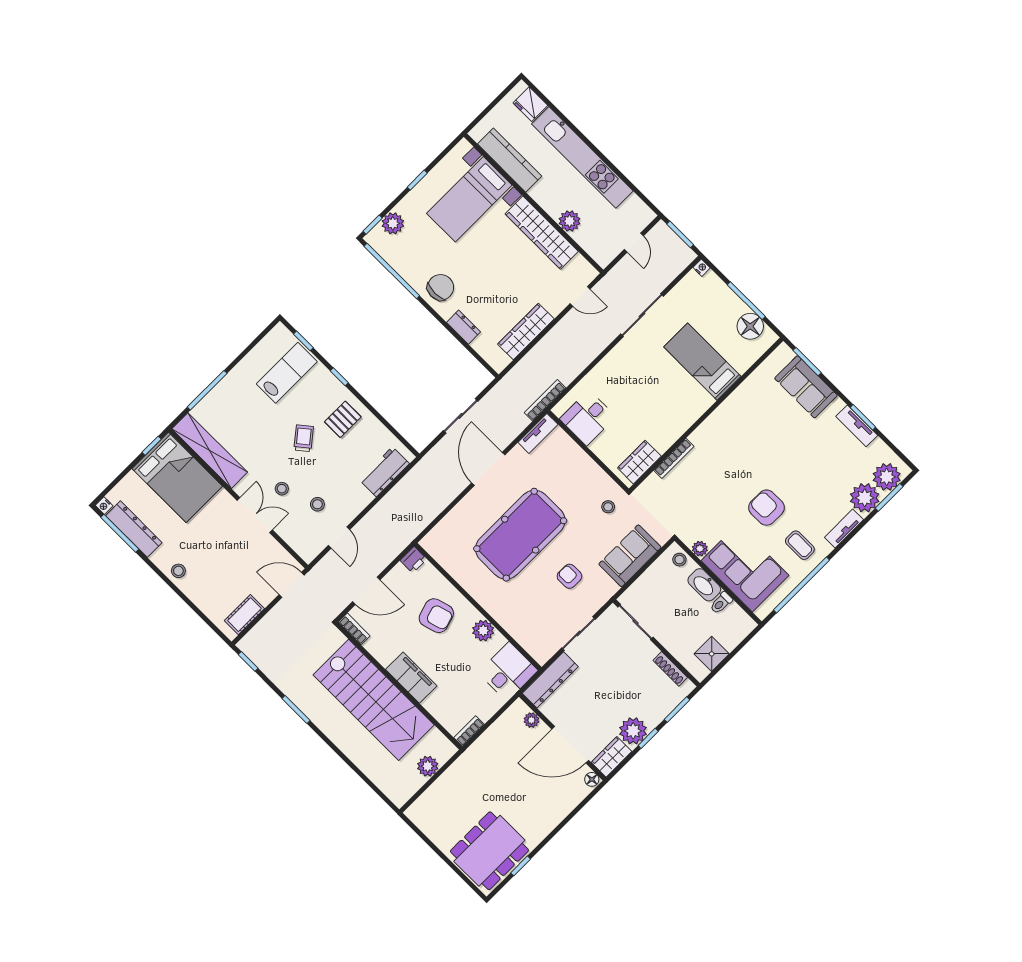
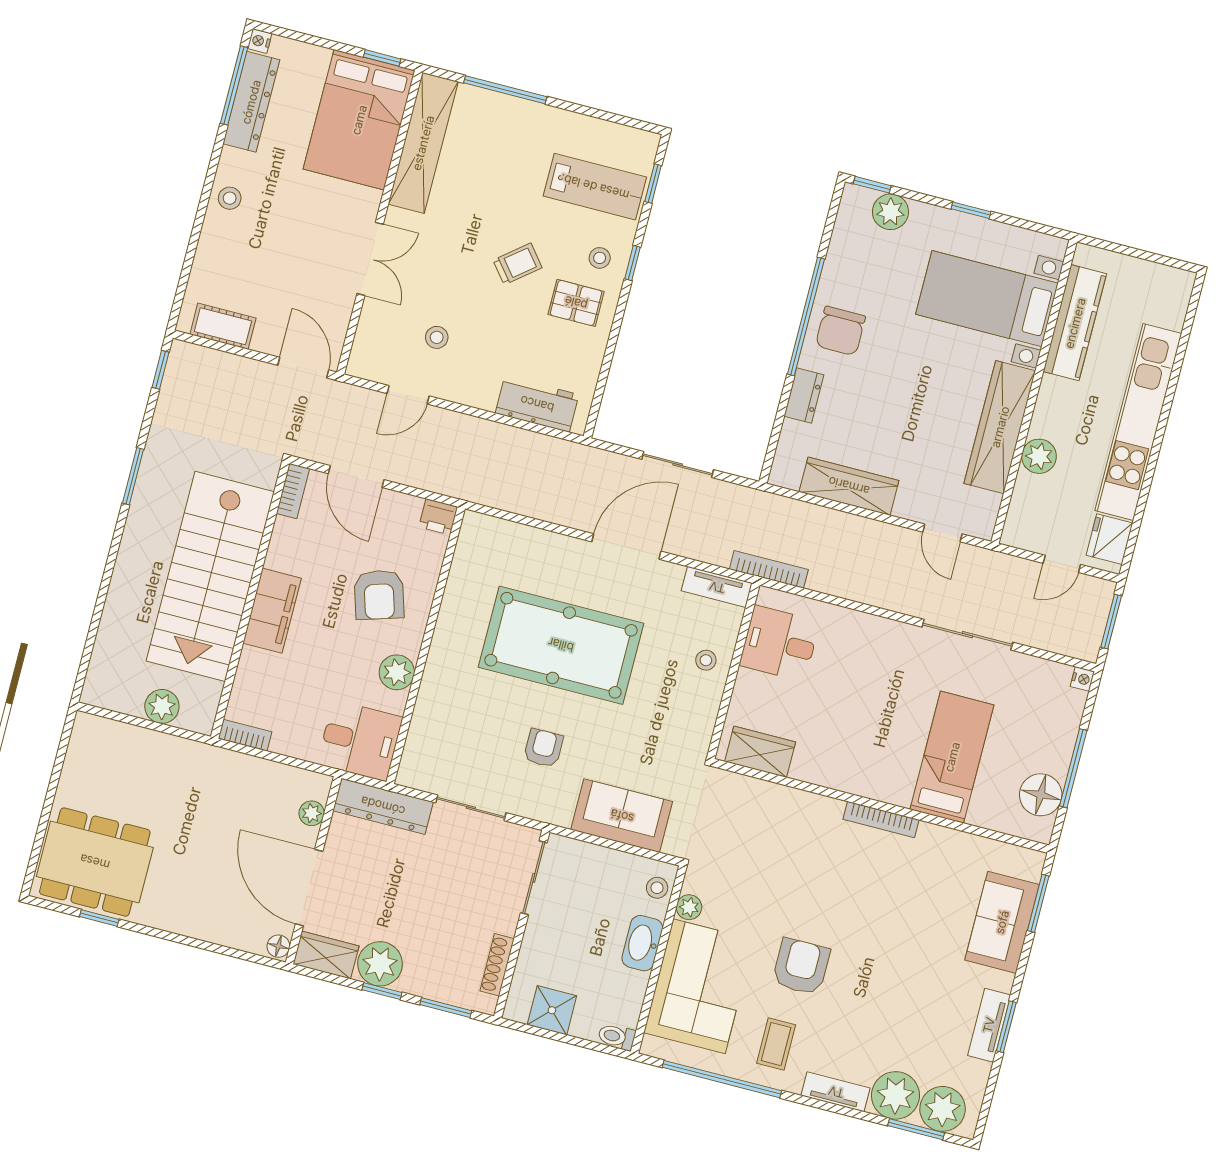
fridge: (530, 104) -> (1109, 539), moved
window: (392, 271) -> (806, 317), moved
chair: (441, 287) -> (840, 331), turned 90
bookcase: (674, 458) -> (881, 819), moved
stool: (282, 489) -> (600, 258), moved
stool: (608, 507) -> (706, 660), moved
toilet: (721, 603) -> (617, 1037), moved

